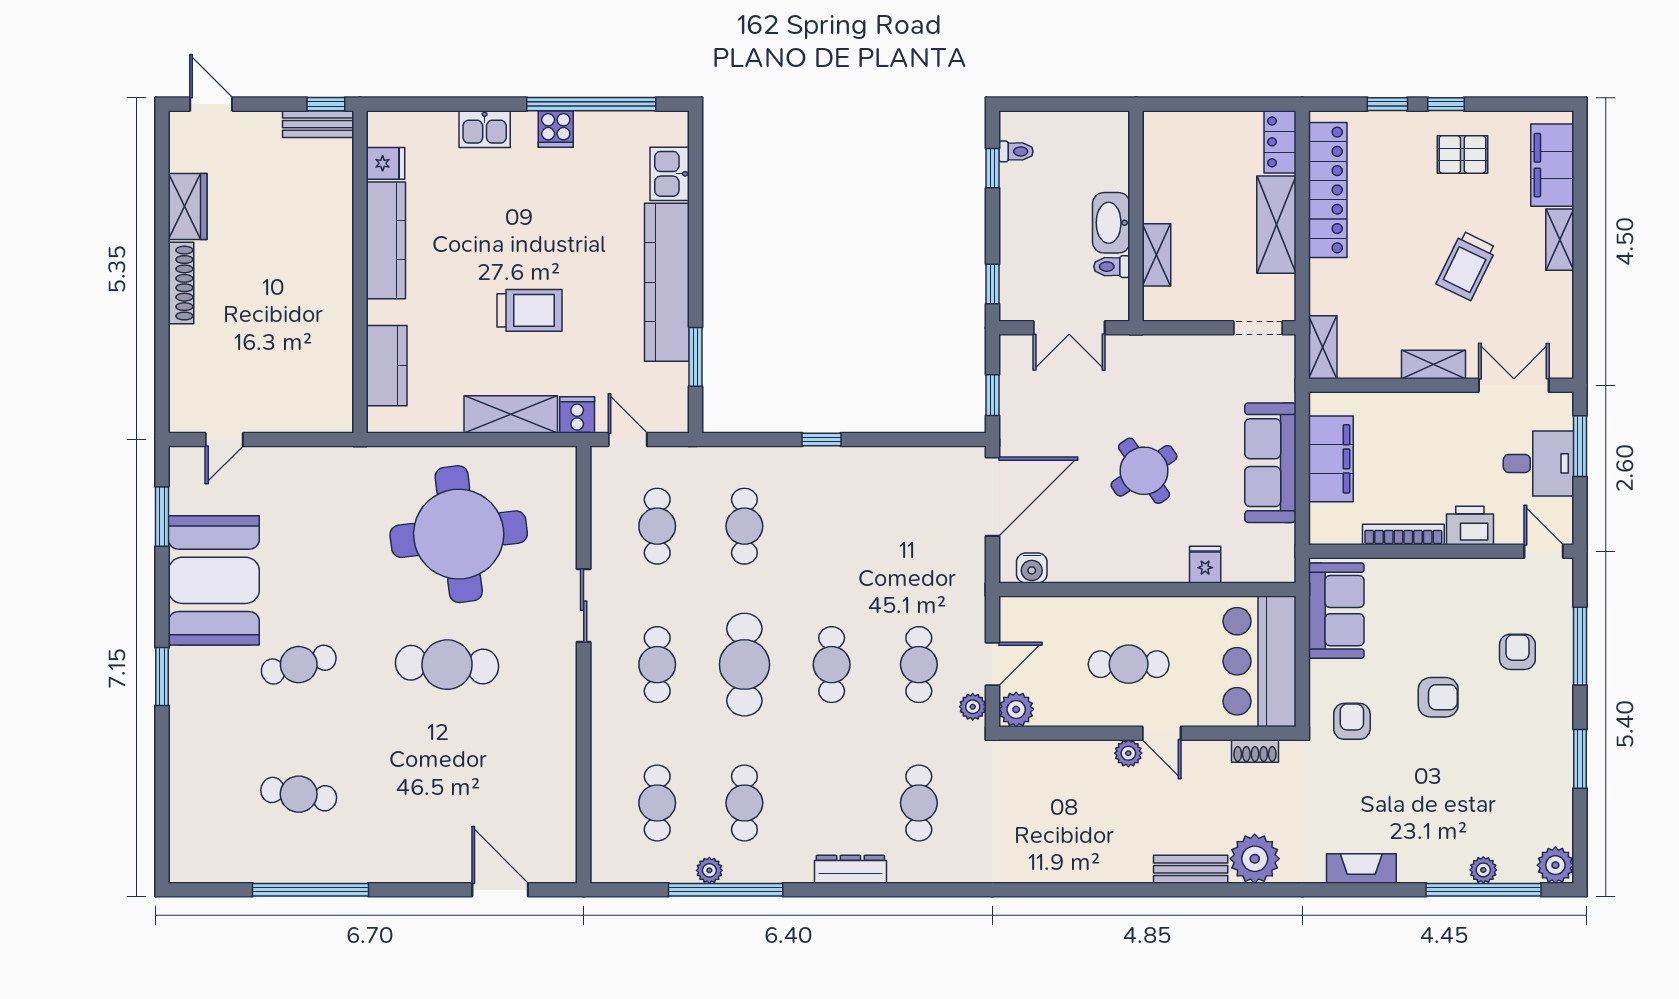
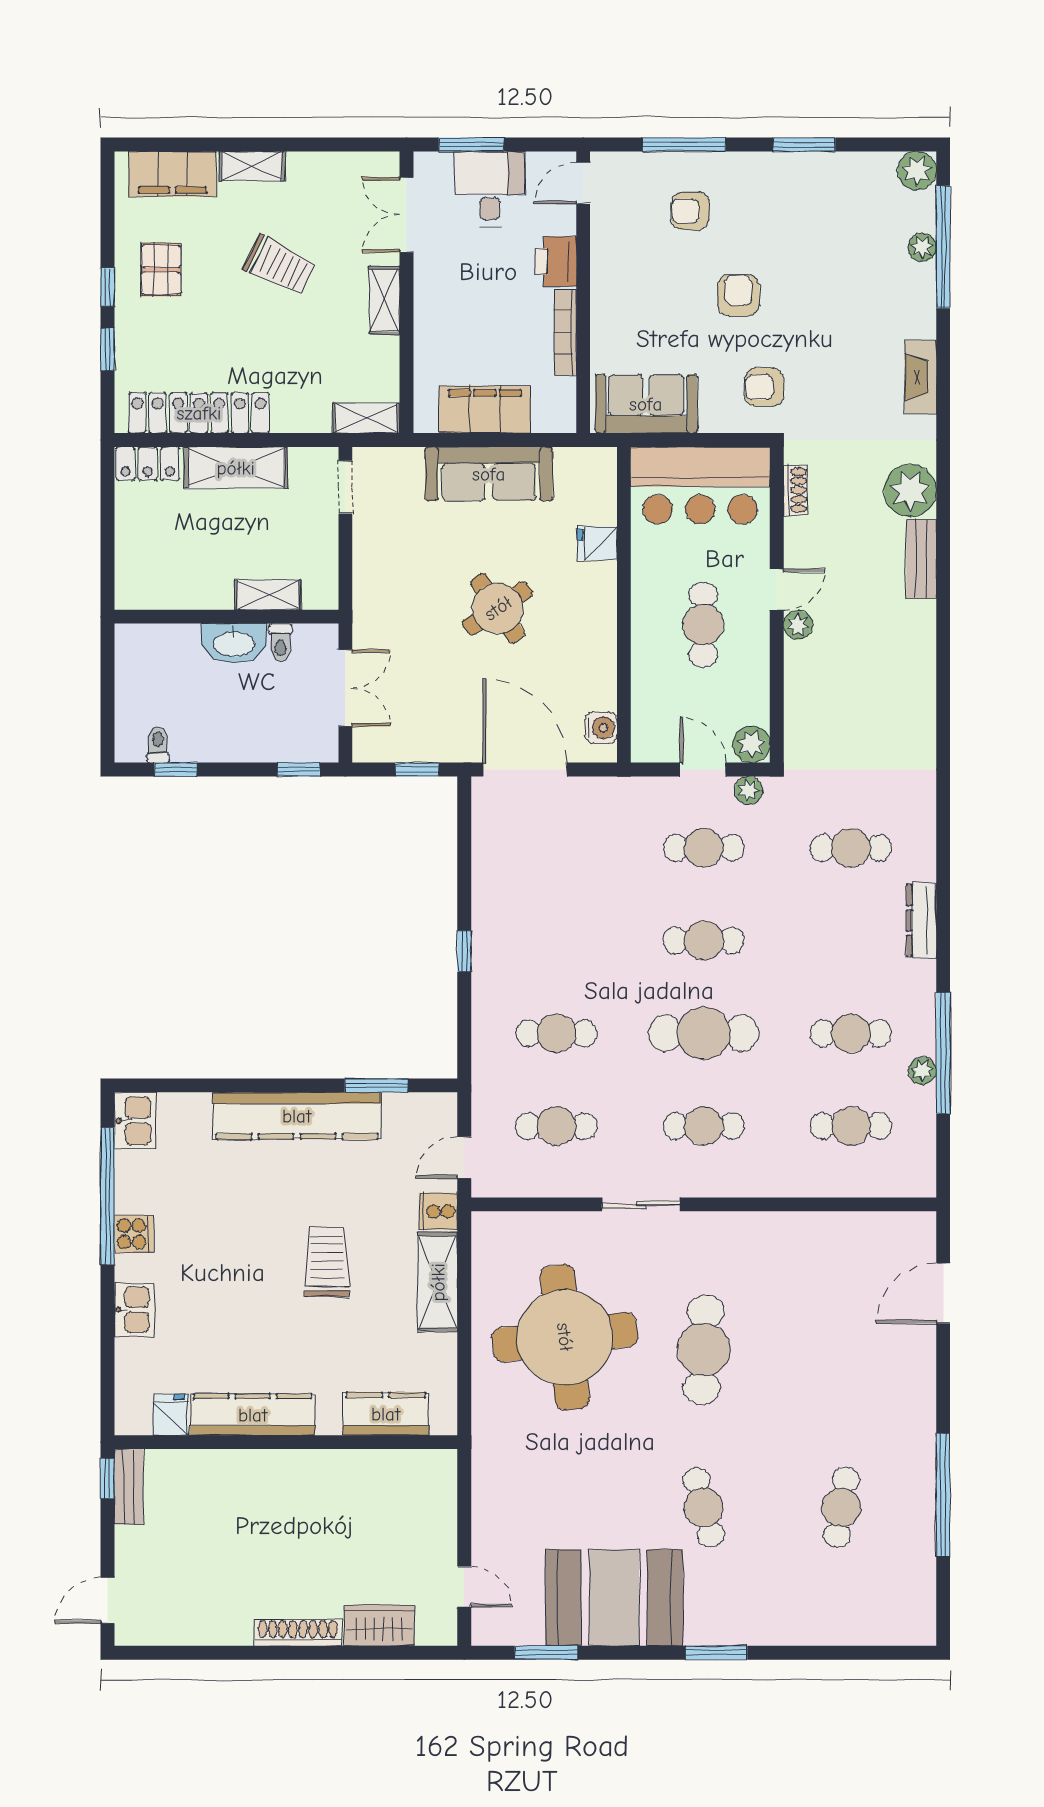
kitchen sink: (670, 174) -> (135, 1121), moved, turned -90
wardrobe: (188, 206) -> (379, 1625), moved

